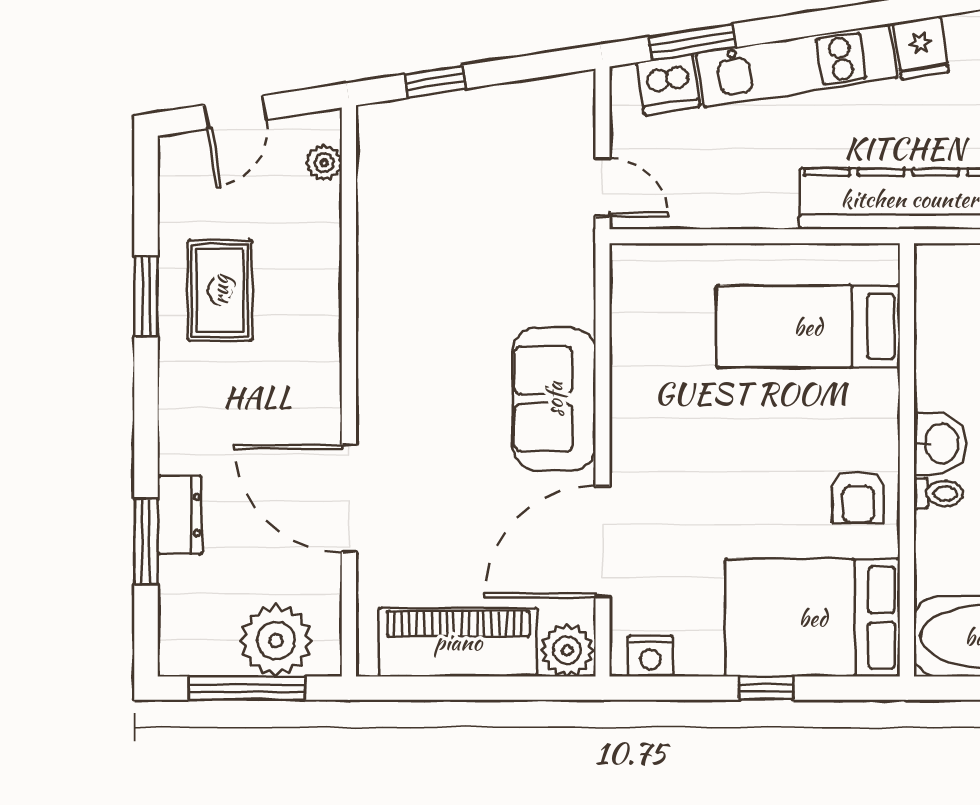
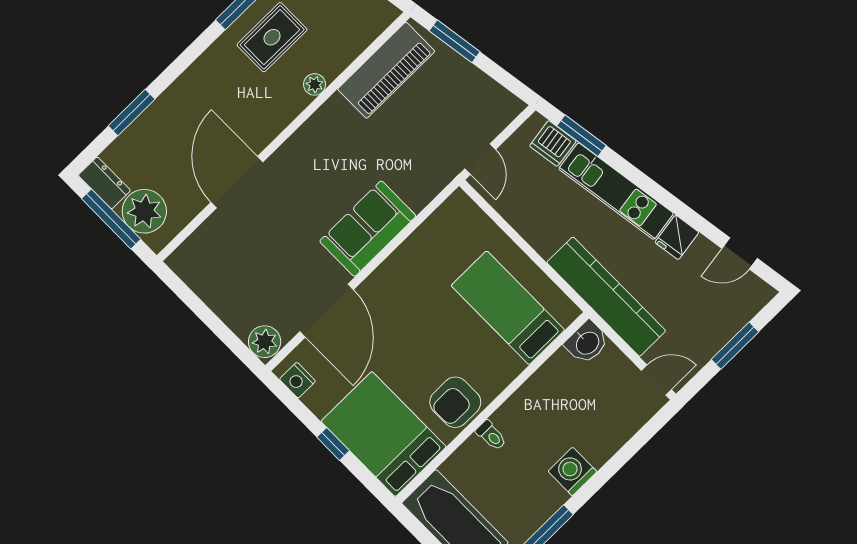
window: (435, 82) -> (455, 41), width x1.50
plant: (324, 163) -> (315, 84), moved
washbasin: (940, 444) -> (587, 343), moved
armchair: (858, 497) -> (455, 402), width x1.38, depth x1.38
dresser: (180, 515) -> (104, 183), moved, turned -90
door: (603, 542) -> (327, 311), swing flipped
piano: (458, 642) -> (386, 70), moved, turned 90

